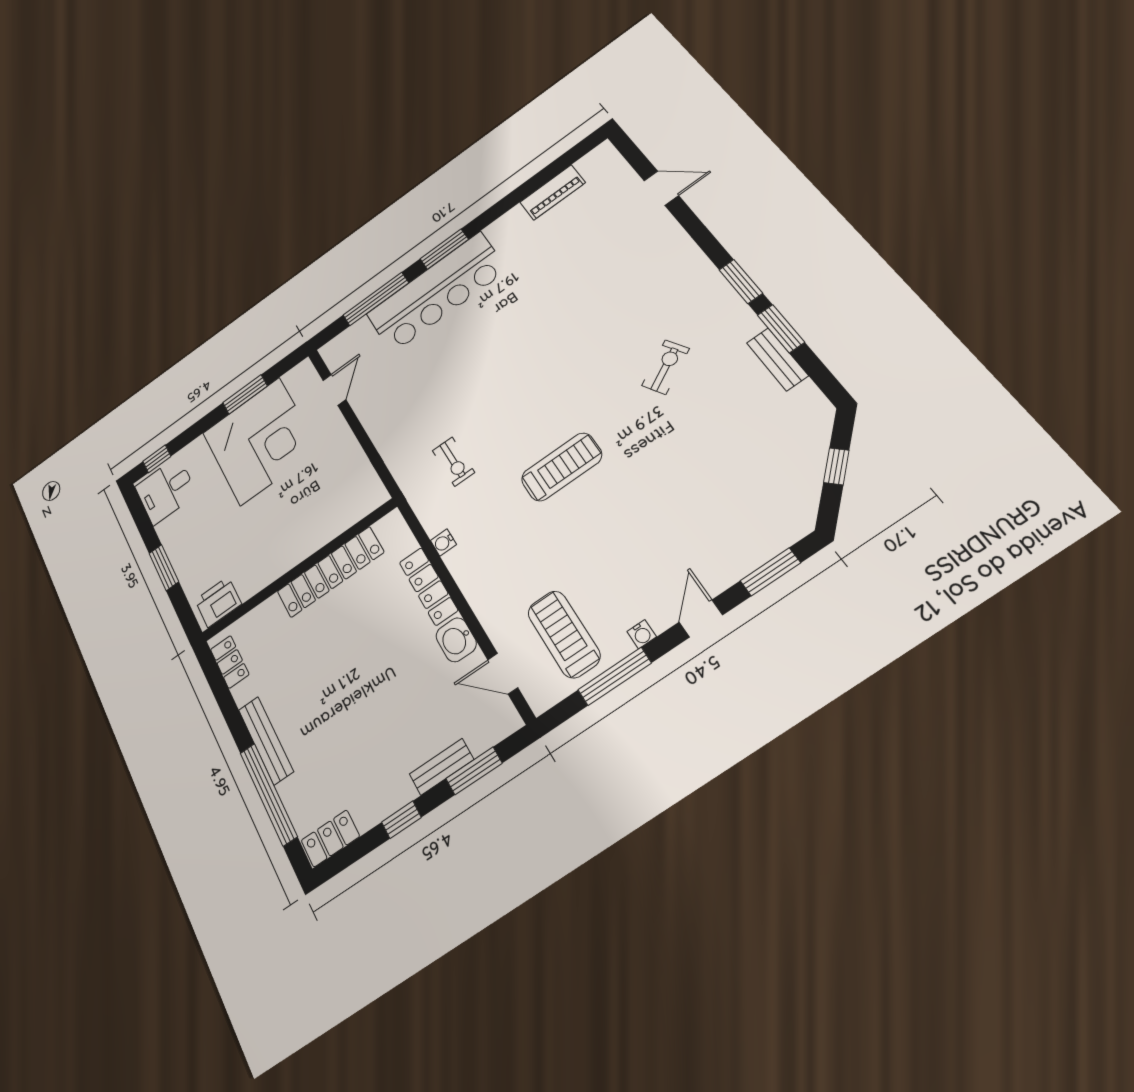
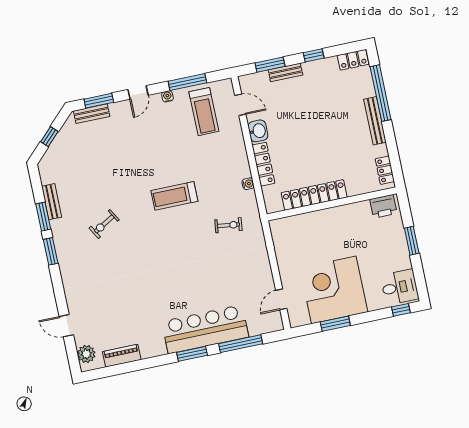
plant: (610, 167) -> (86, 354), added
exercise bike: (453, 462) -> (228, 225), turned 97
bench: (773, 542) -> (92, 114), added

